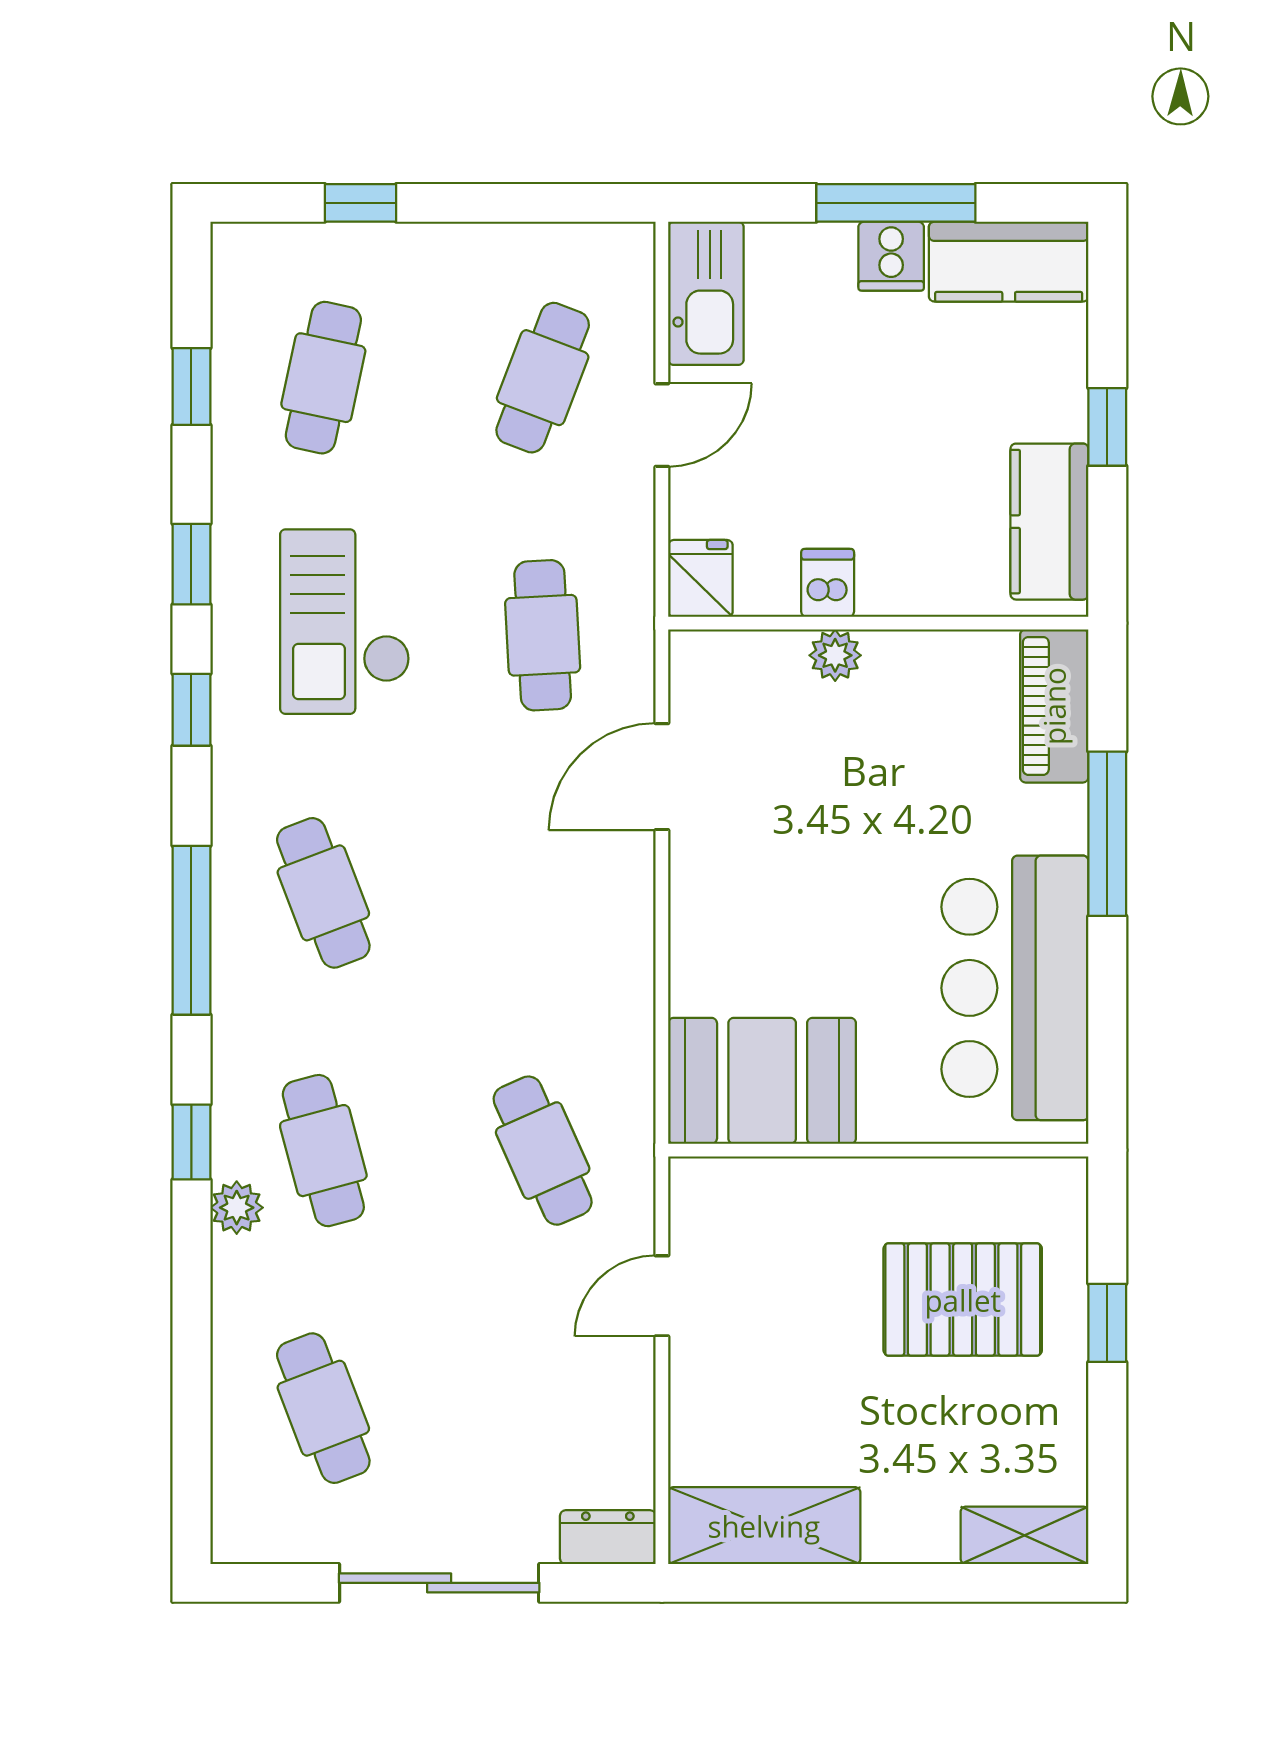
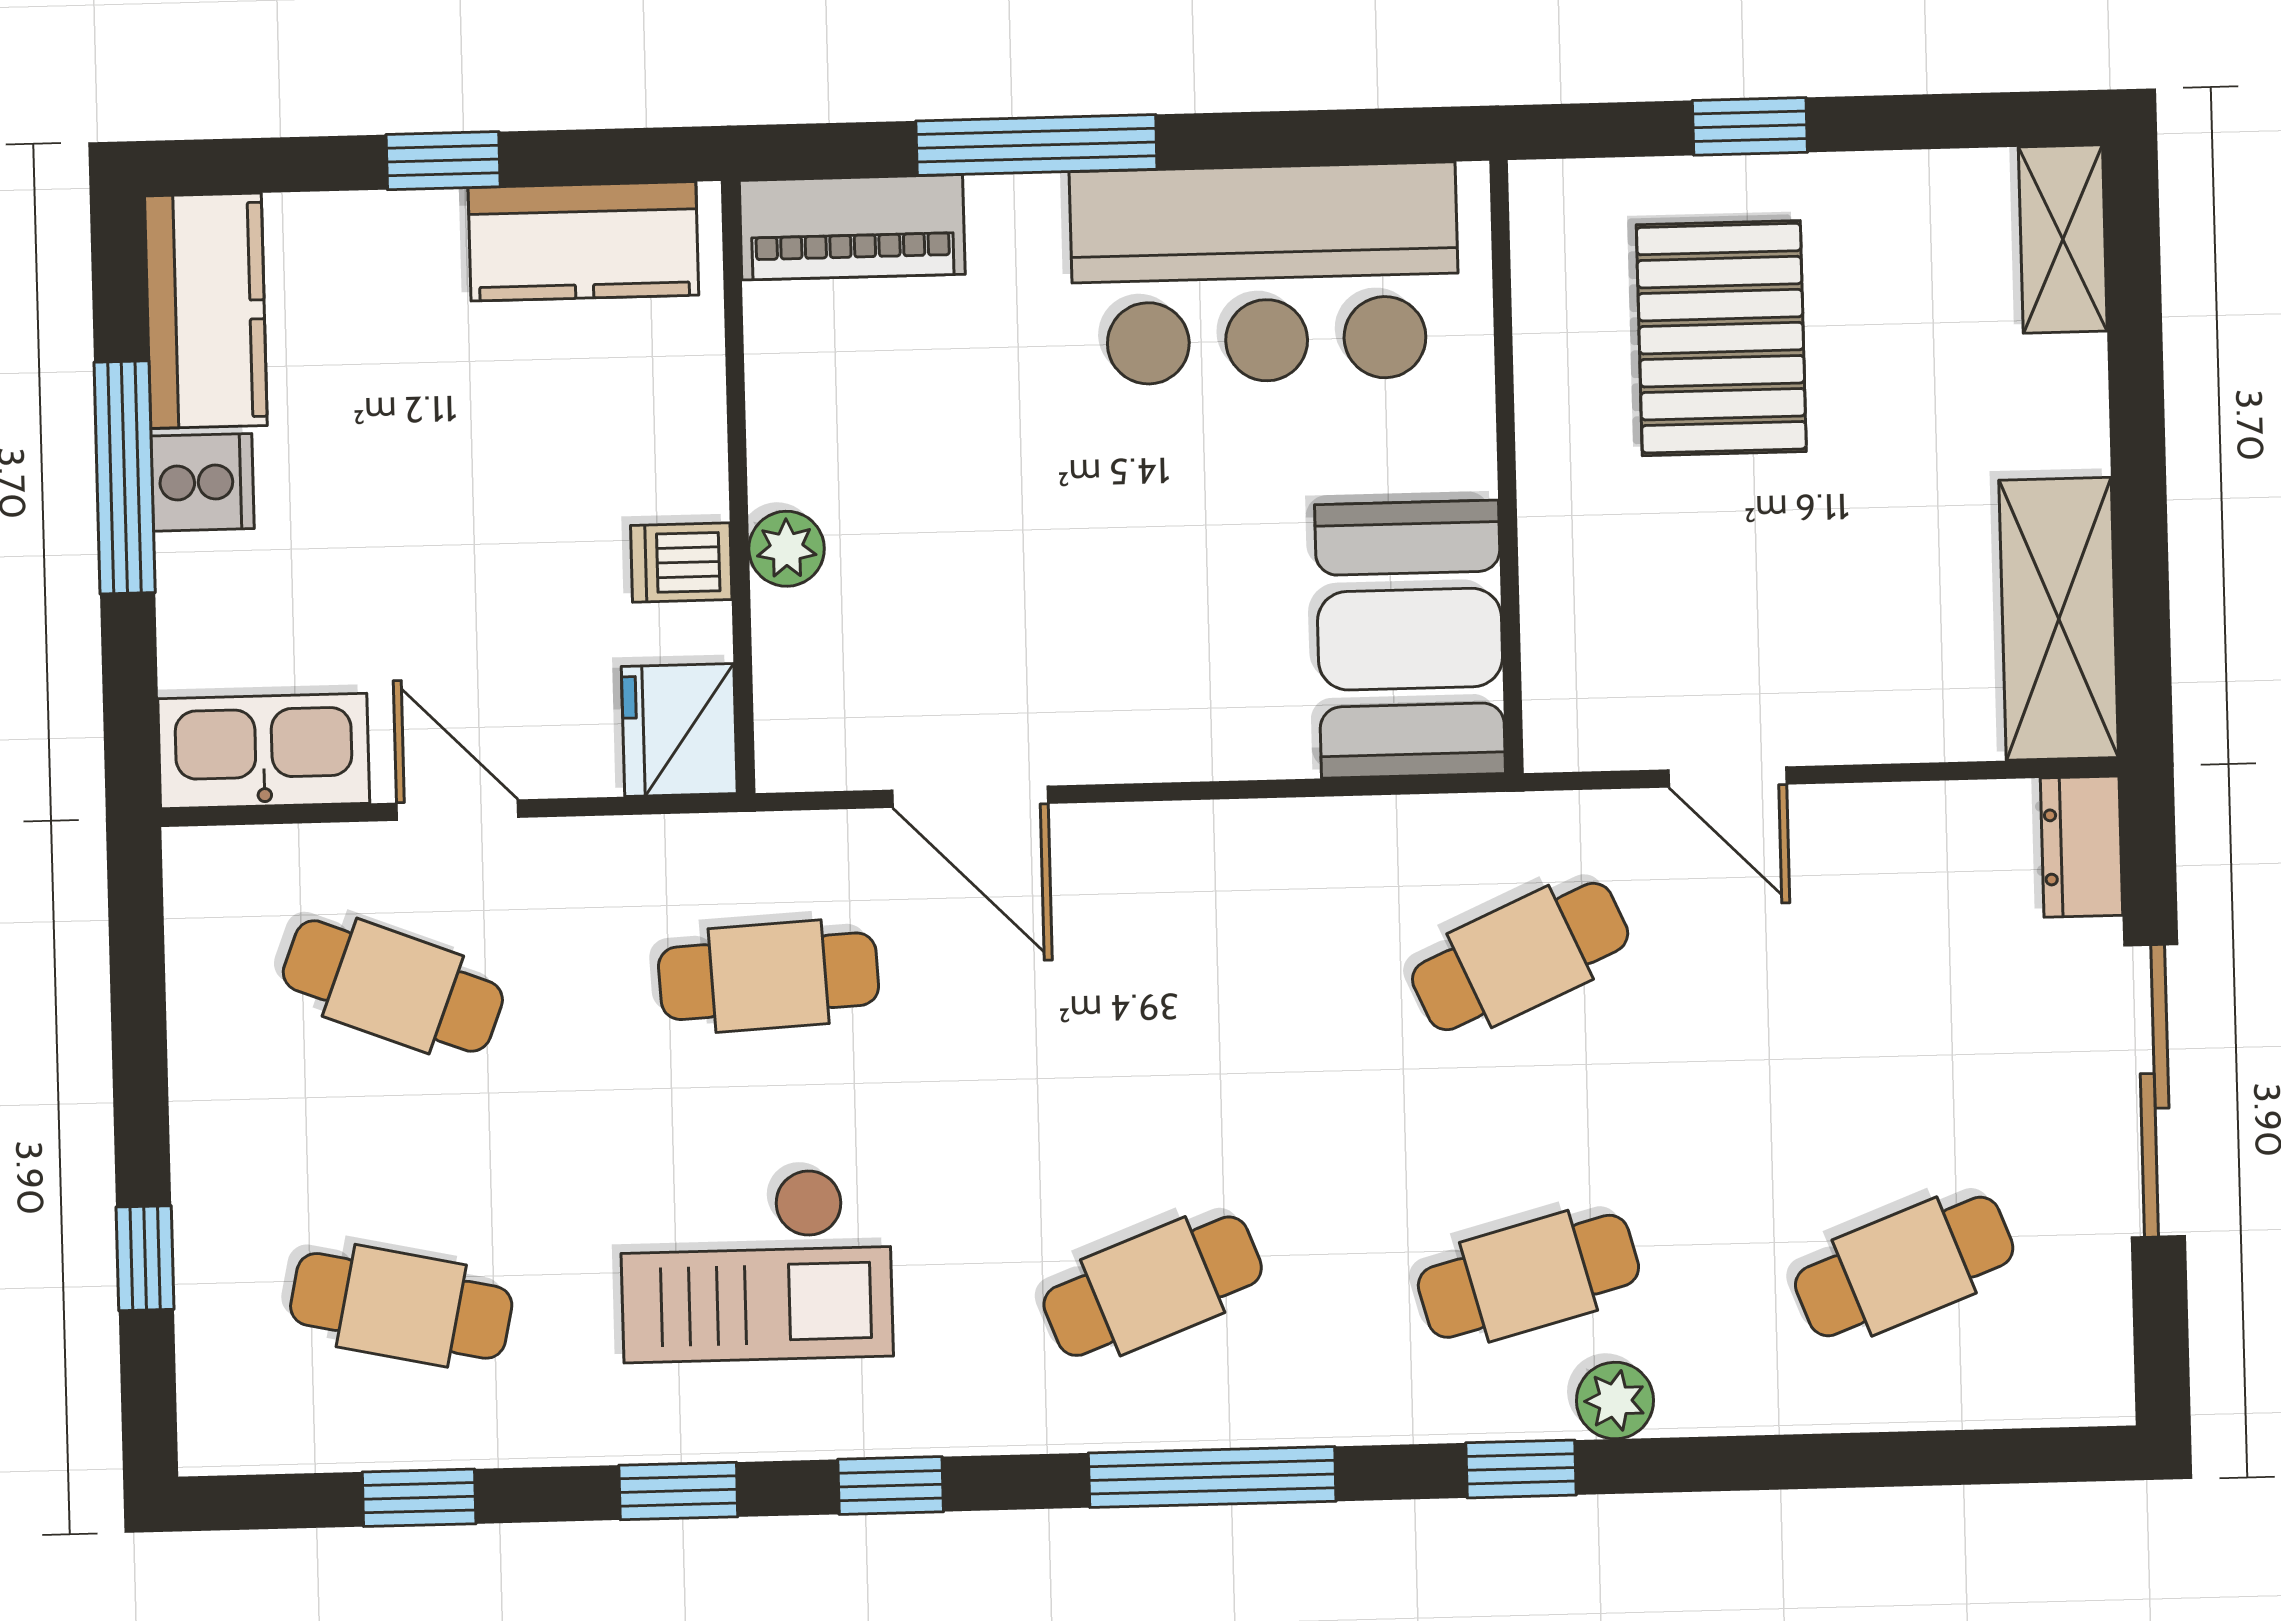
fridge: (700, 578) -> (679, 730), width x1.38

